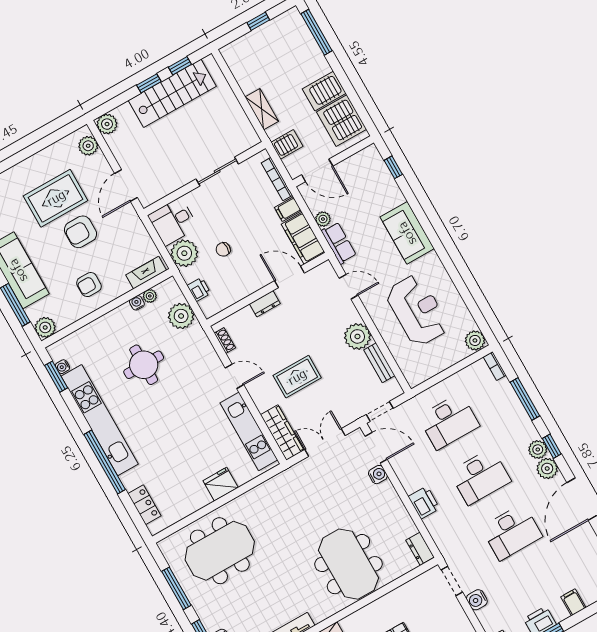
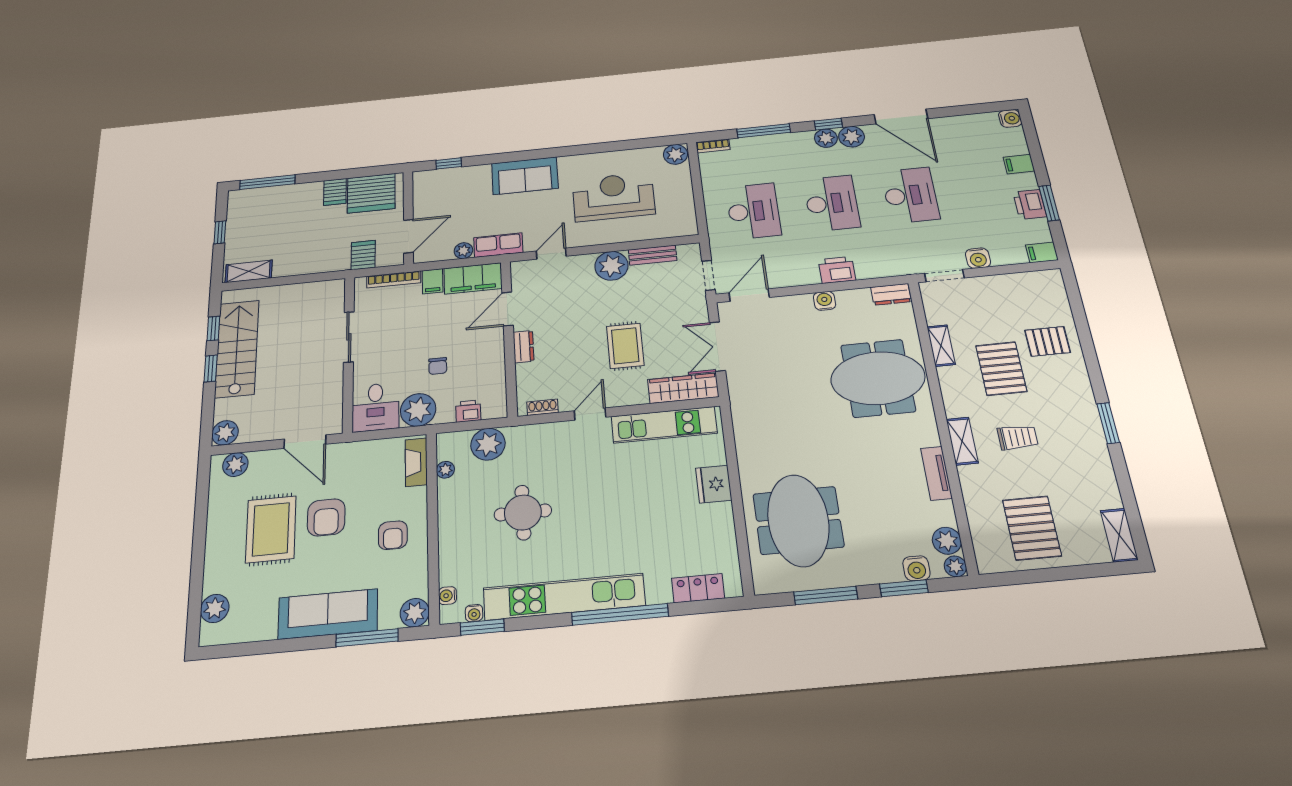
server rack: (324, 91) -> (335, 192), width x0.73, depth x0.70
shelving: (262, 109) -> (249, 271), moved
water cooler: (137, 303) -> (447, 596), moved
water cooler: (378, 475) -> (825, 301), moved
shelving: (393, 598) -> (941, 346), added

